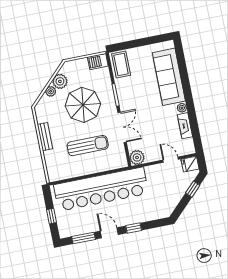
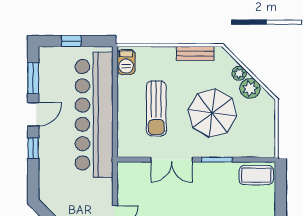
barbecue: (98, 62) -> (126, 62), moved, turned 180
bench: (45, 137) -> (195, 53), moved
plant: (137, 157) -> (127, 172), removed

